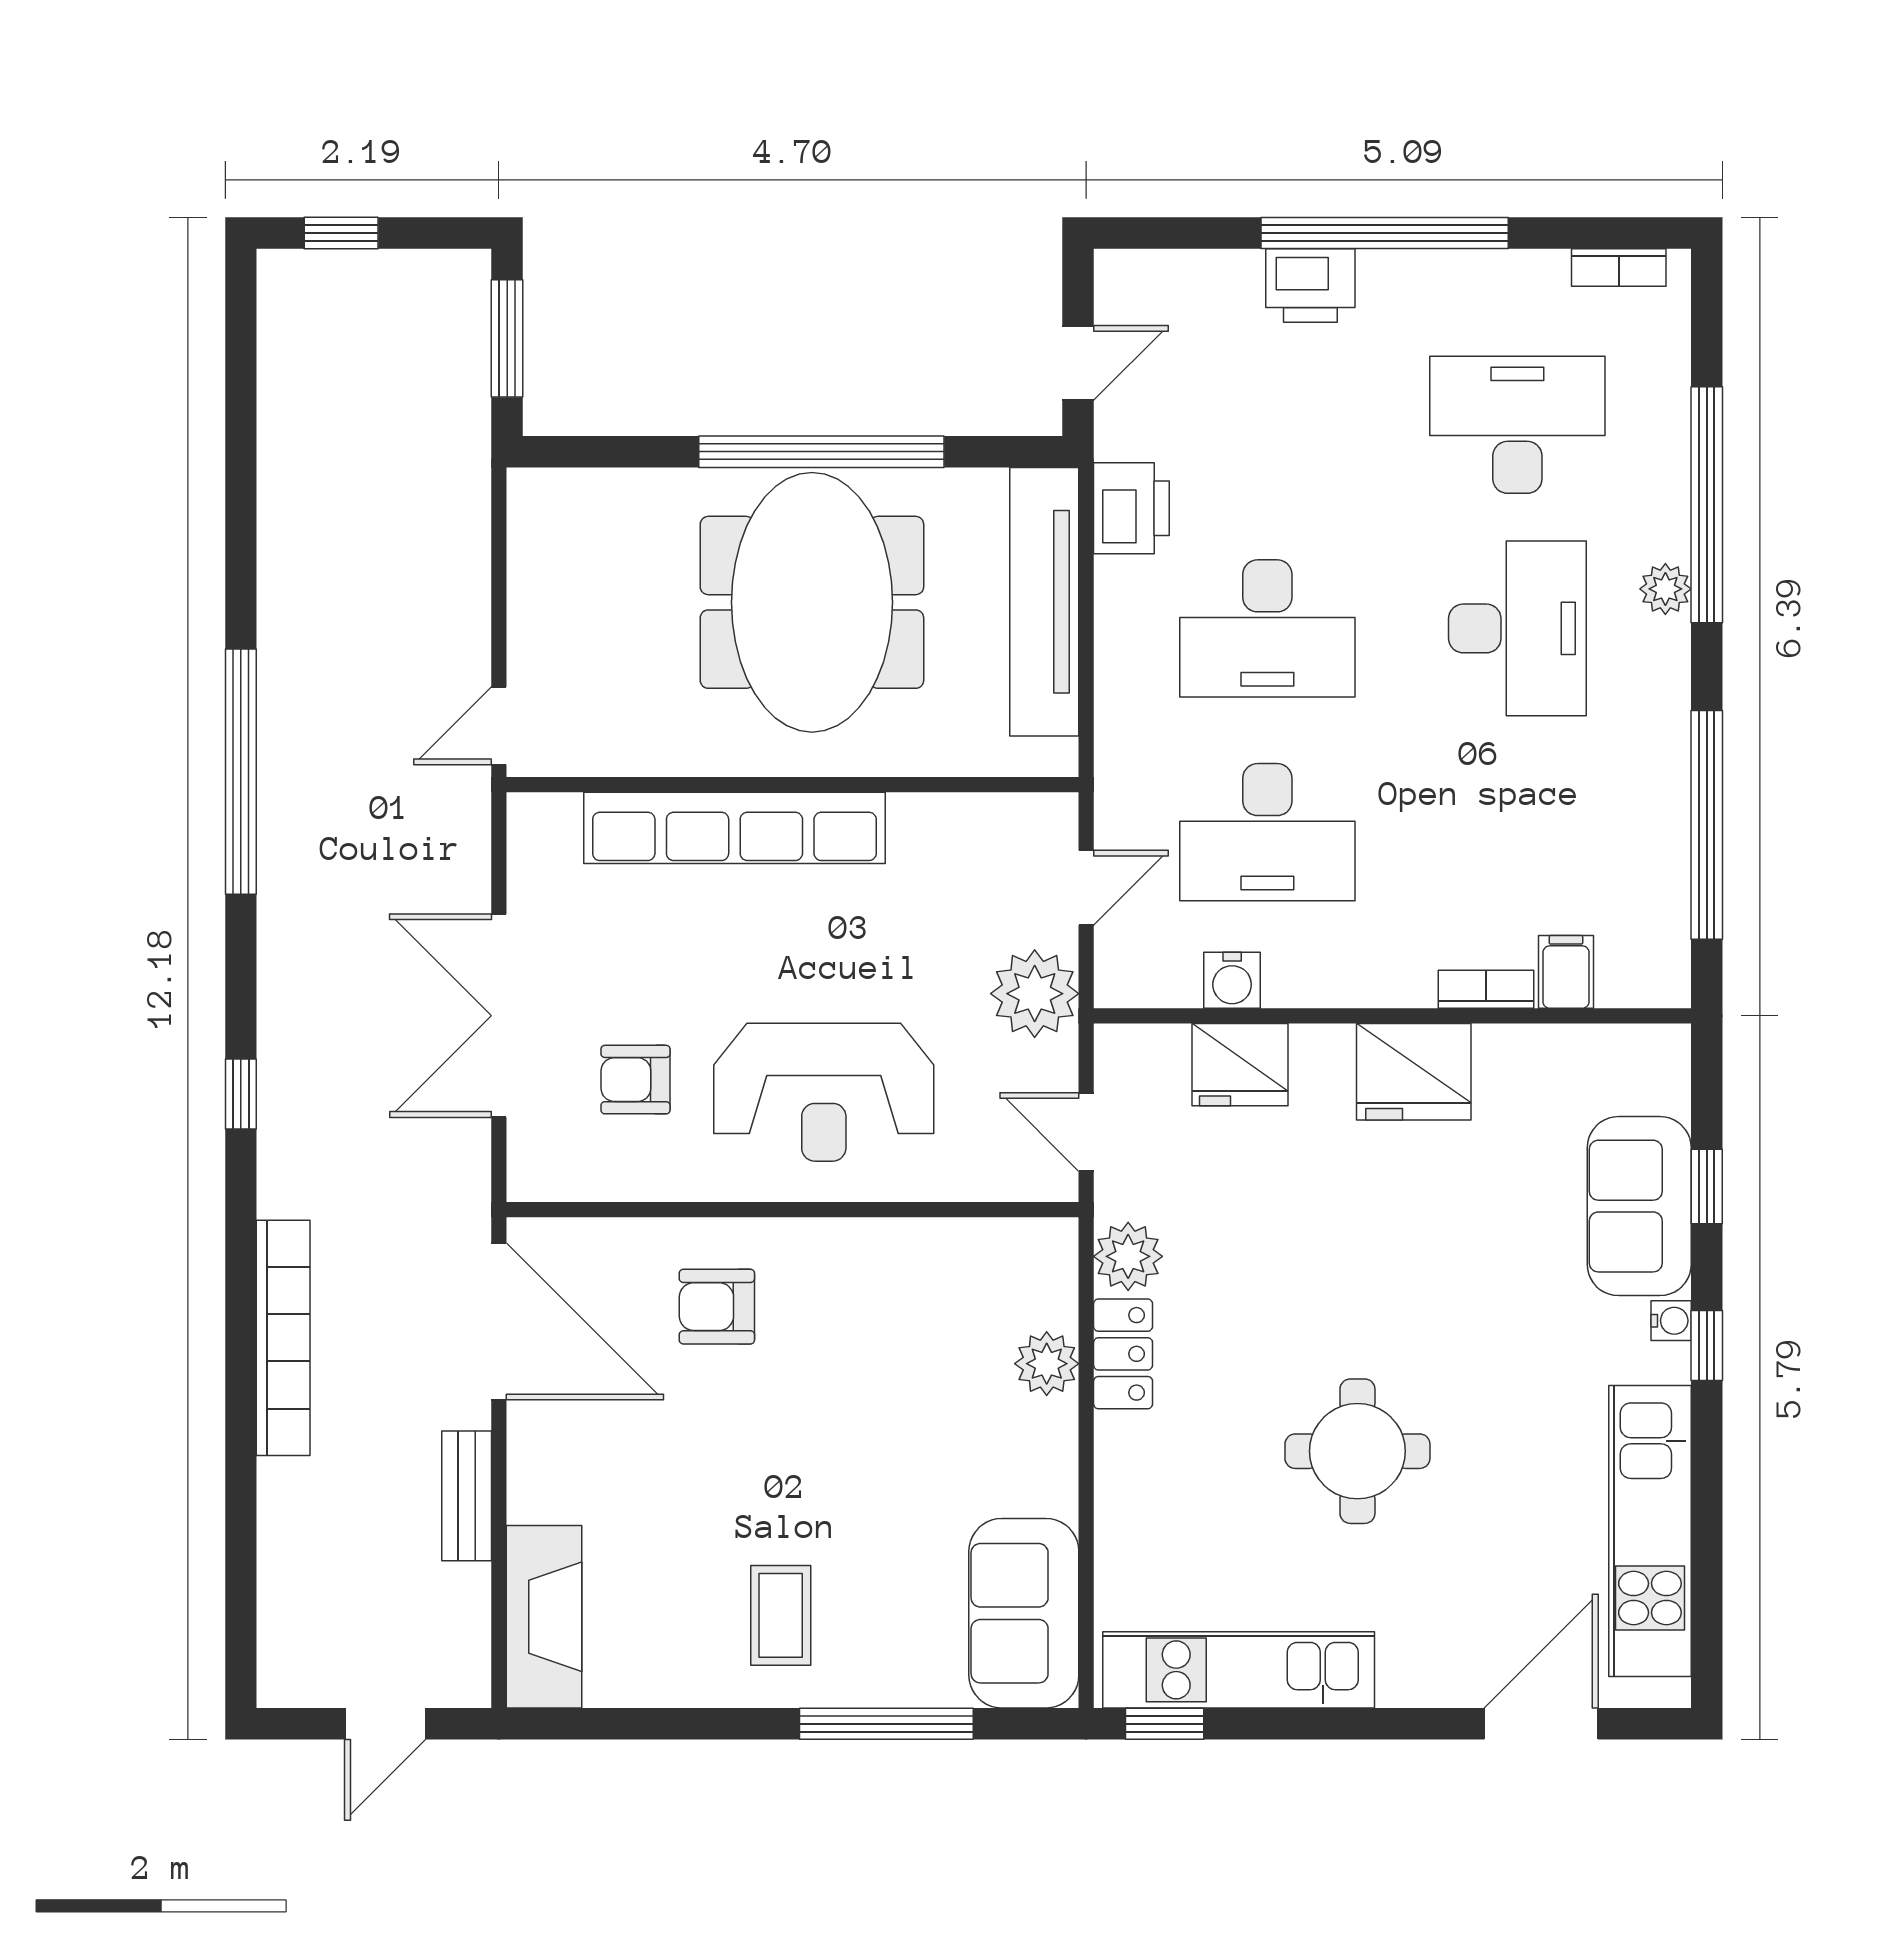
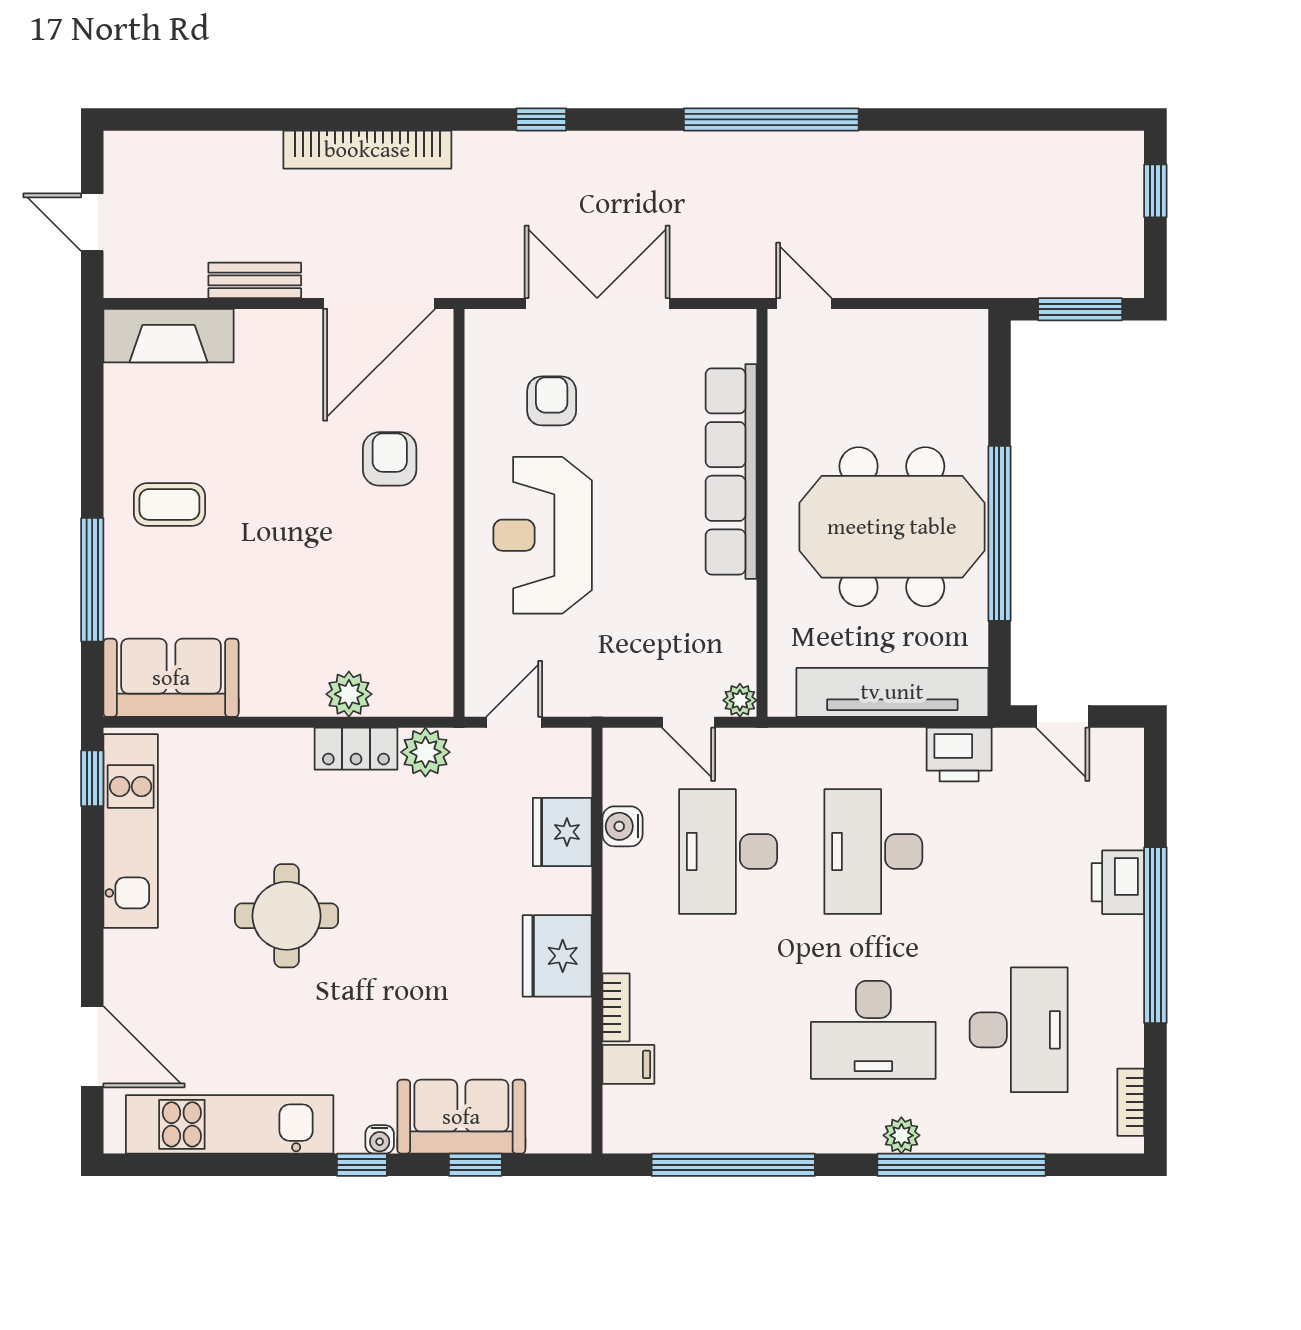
plant: (1035, 994) -> (740, 700), moved, width x0.53, depth x0.53

